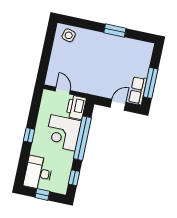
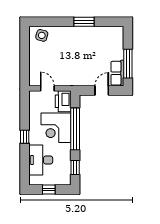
desk: (38, 173) -> (41, 160), moved

